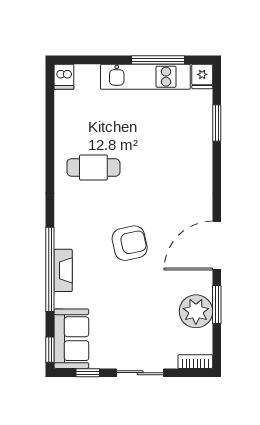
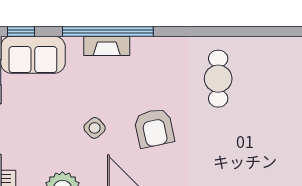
armchair: (130, 243) -> (154, 128), moved
side table: (139, 282) -> (95, 128), added

